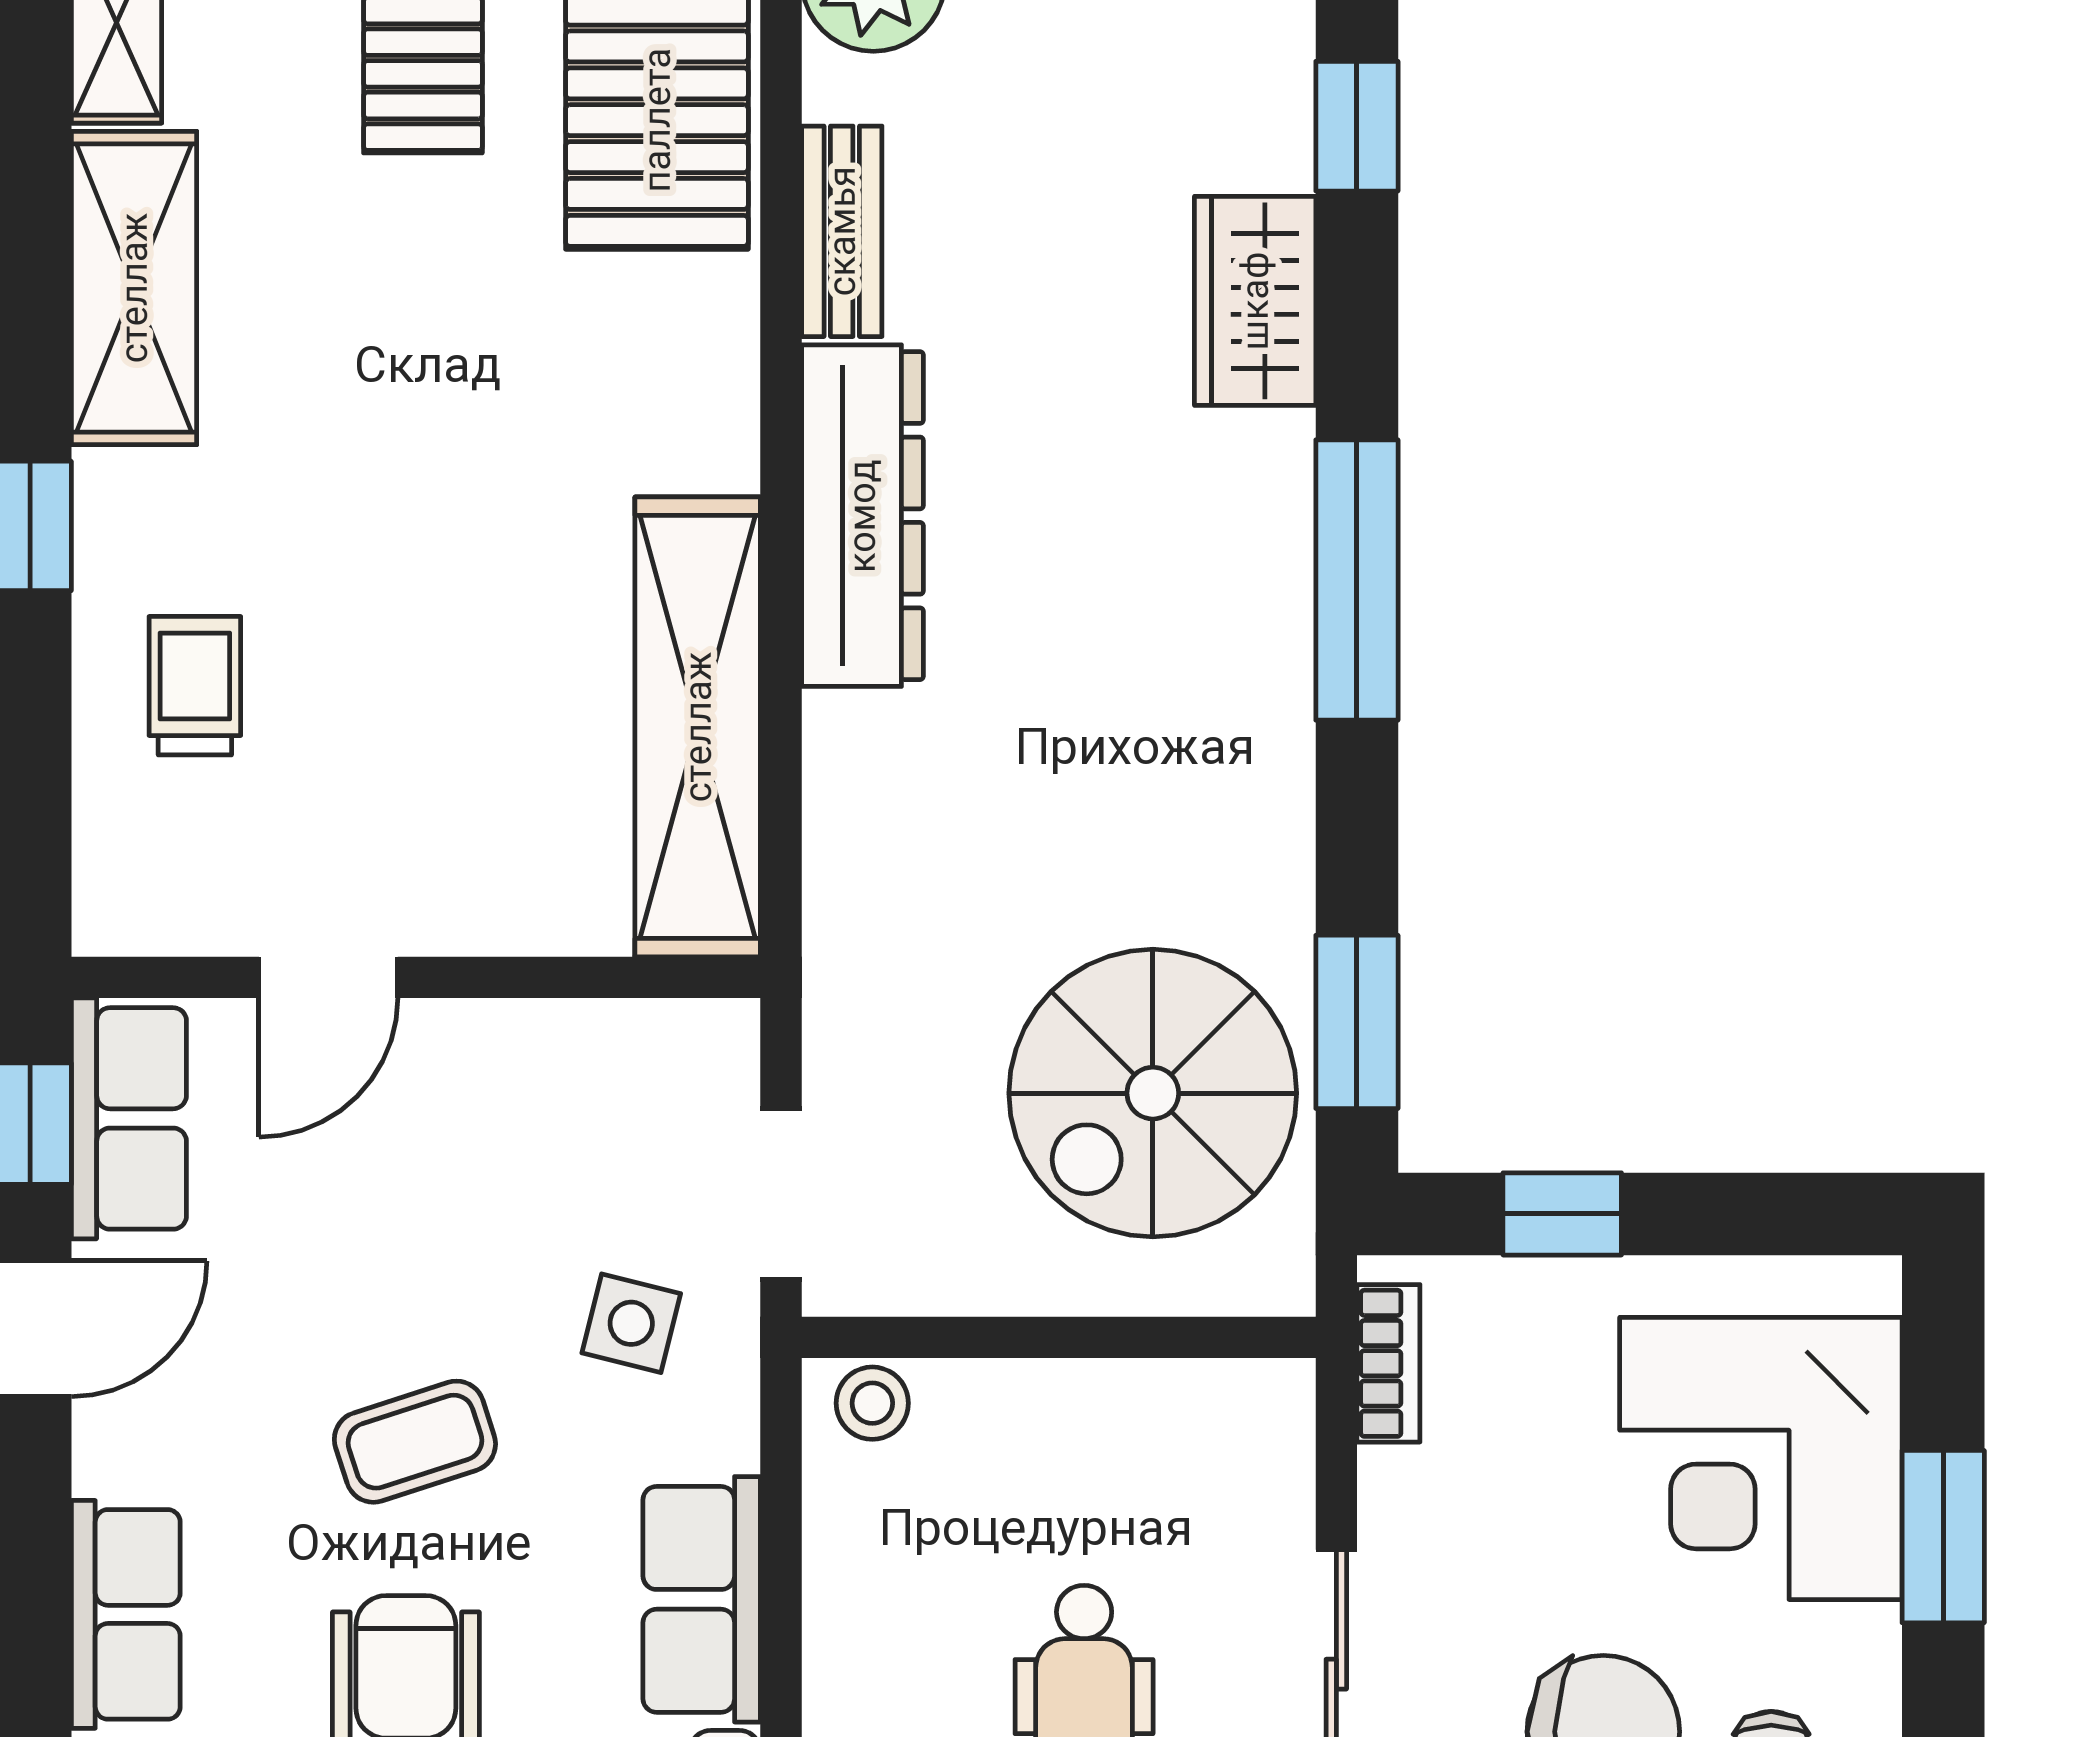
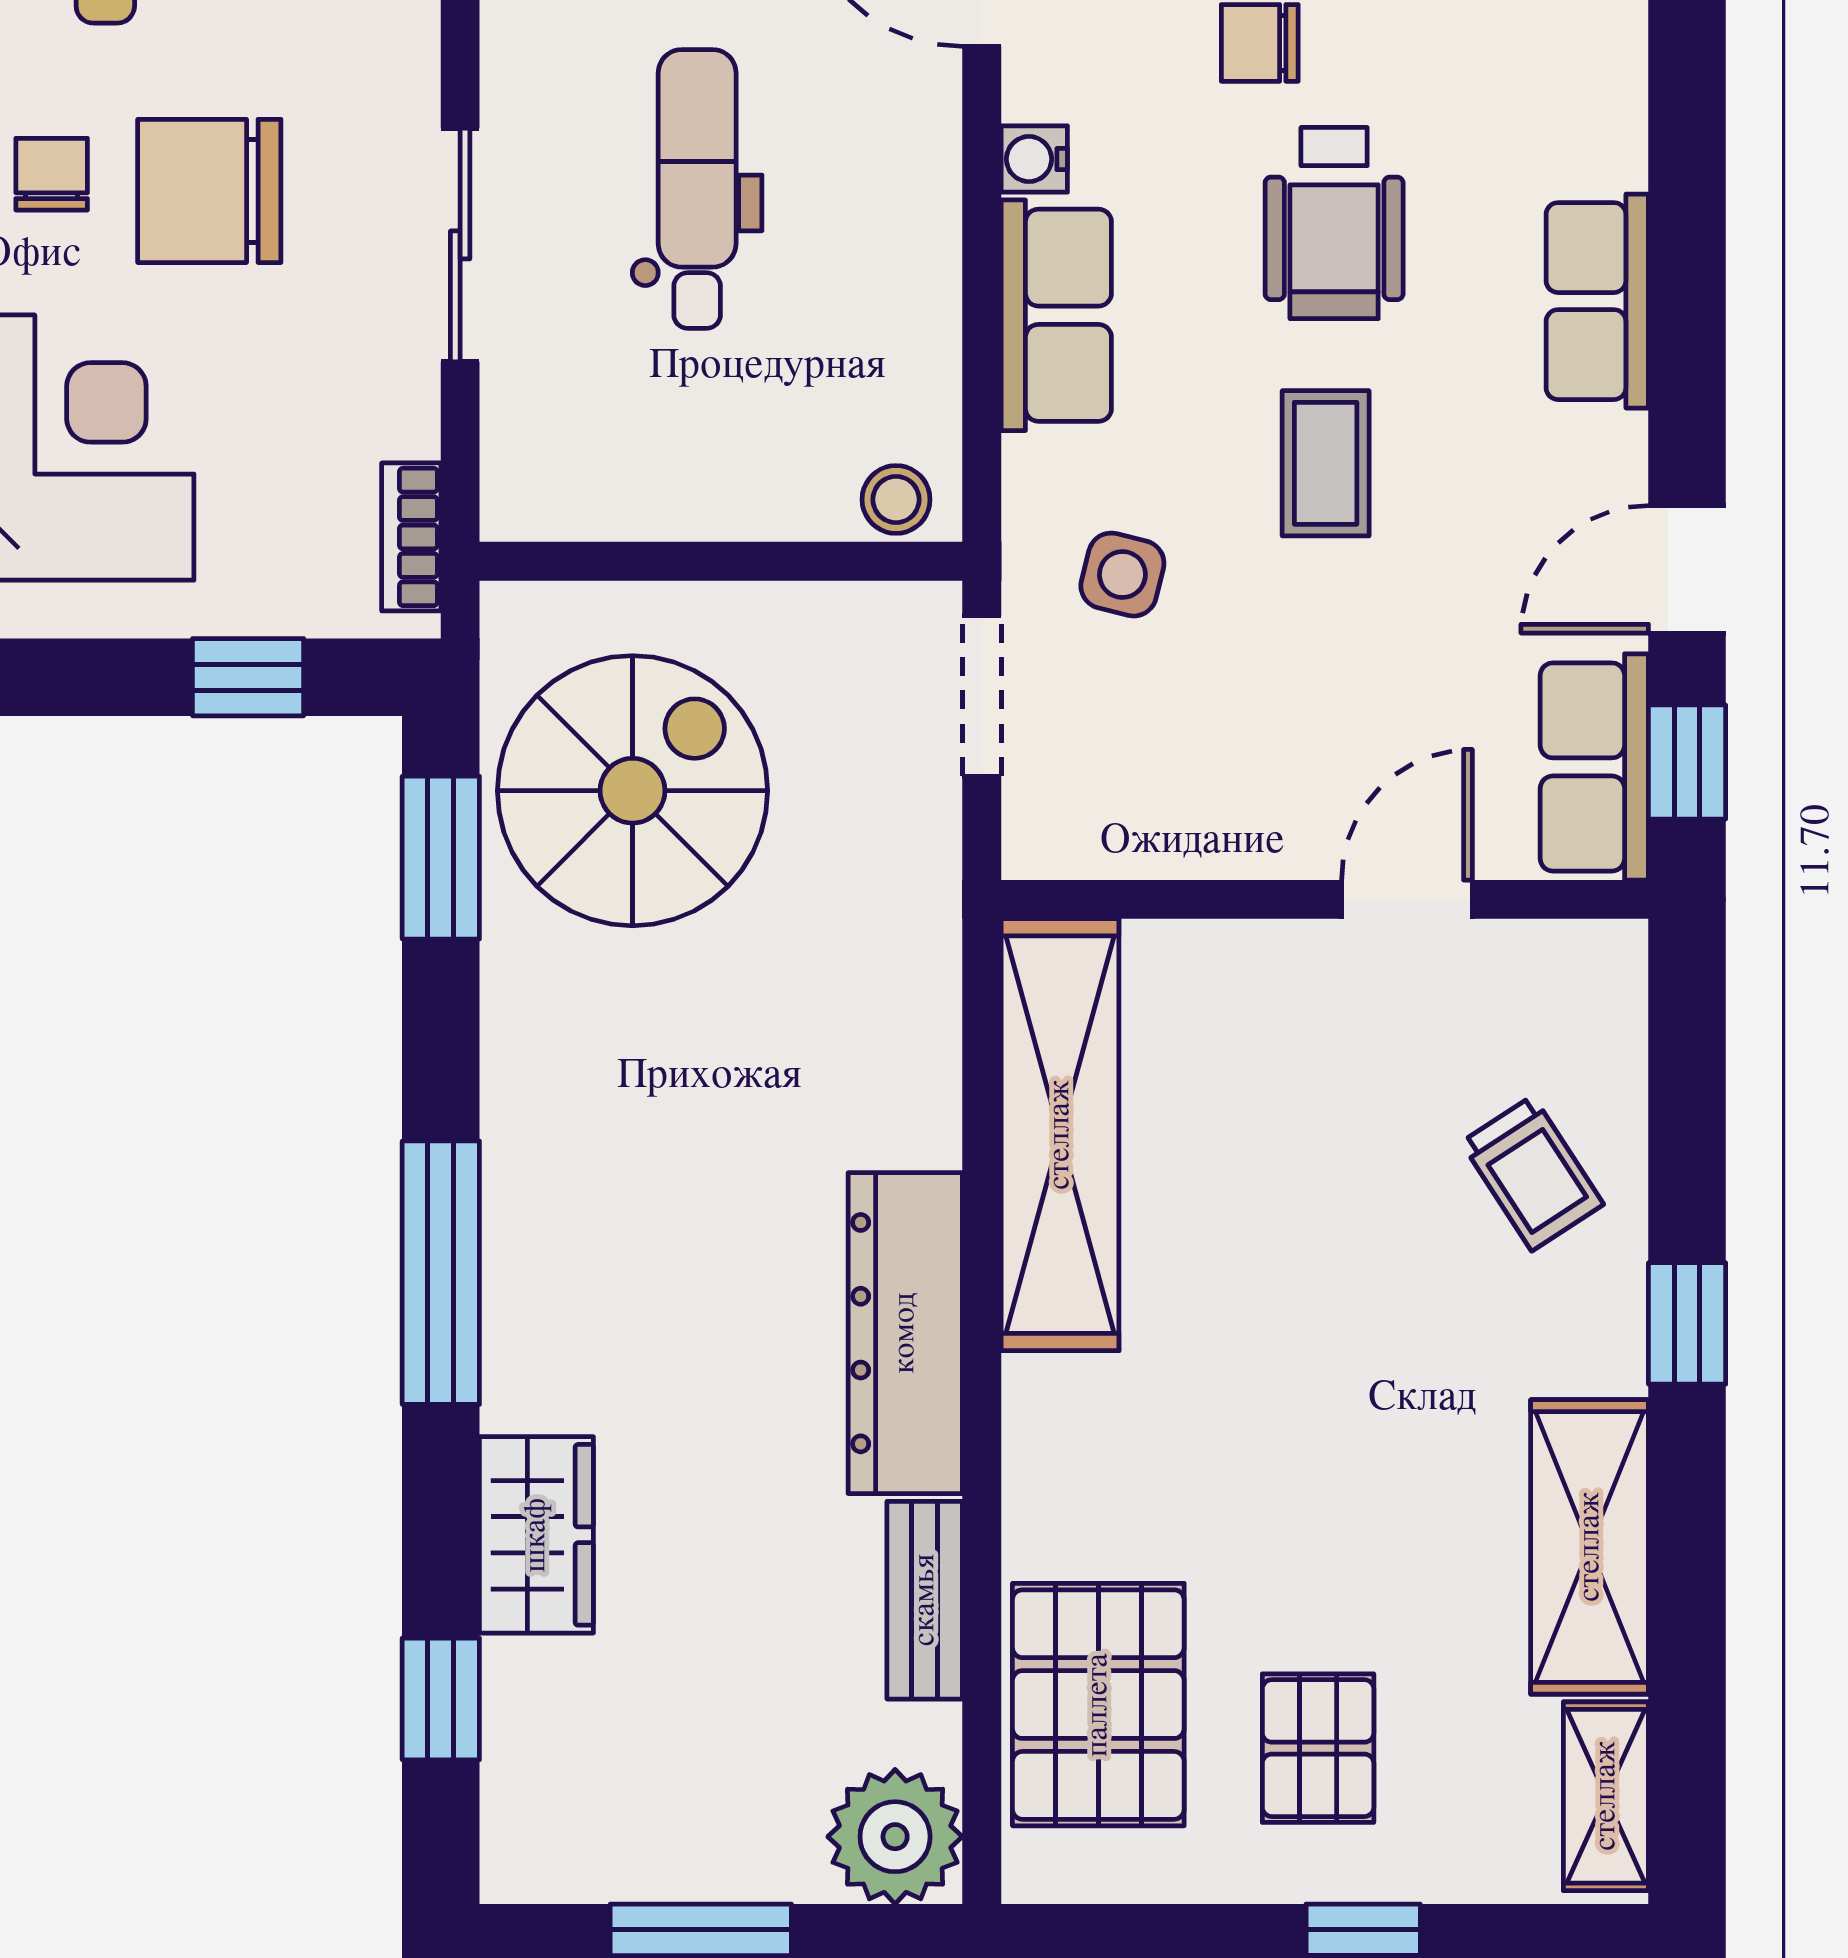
trolley: (195, 686) -> (1532, 1173), turned -33
coffee table: (415, 1442) -> (1326, 463), turned -72

